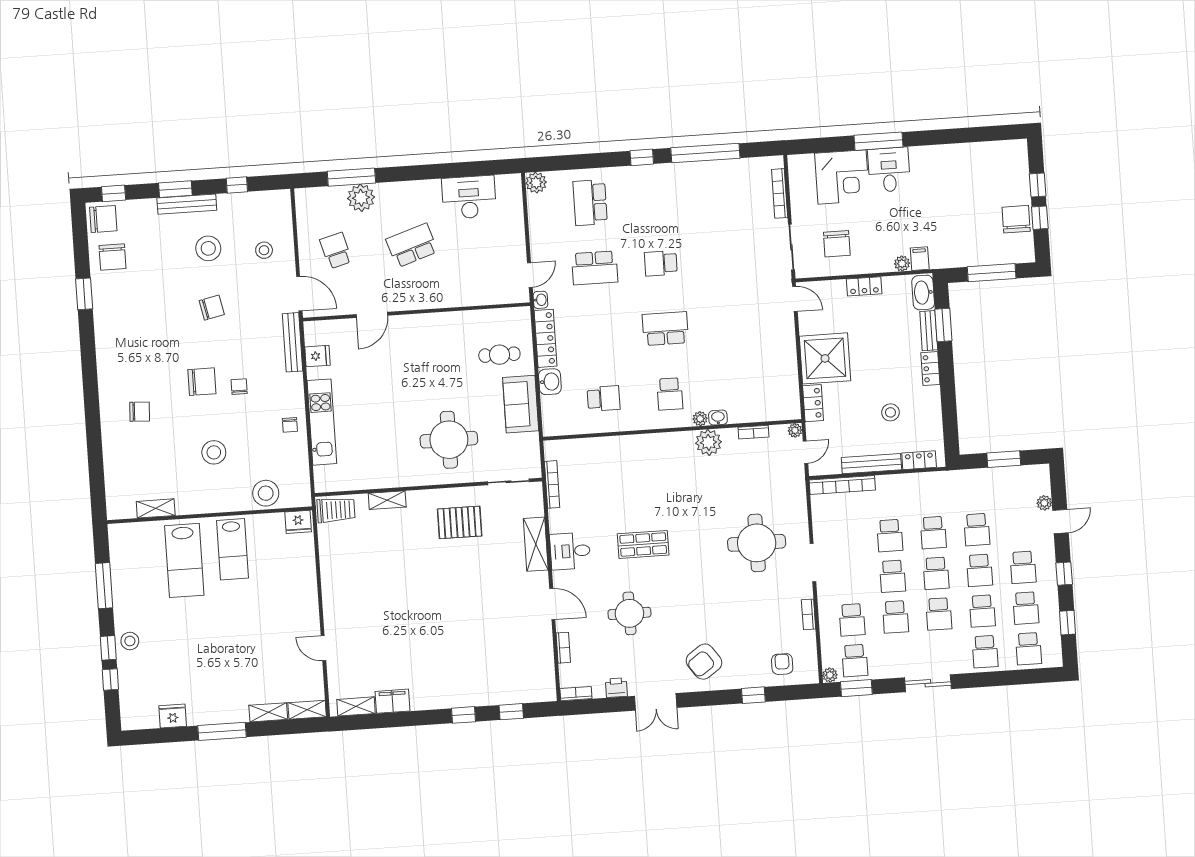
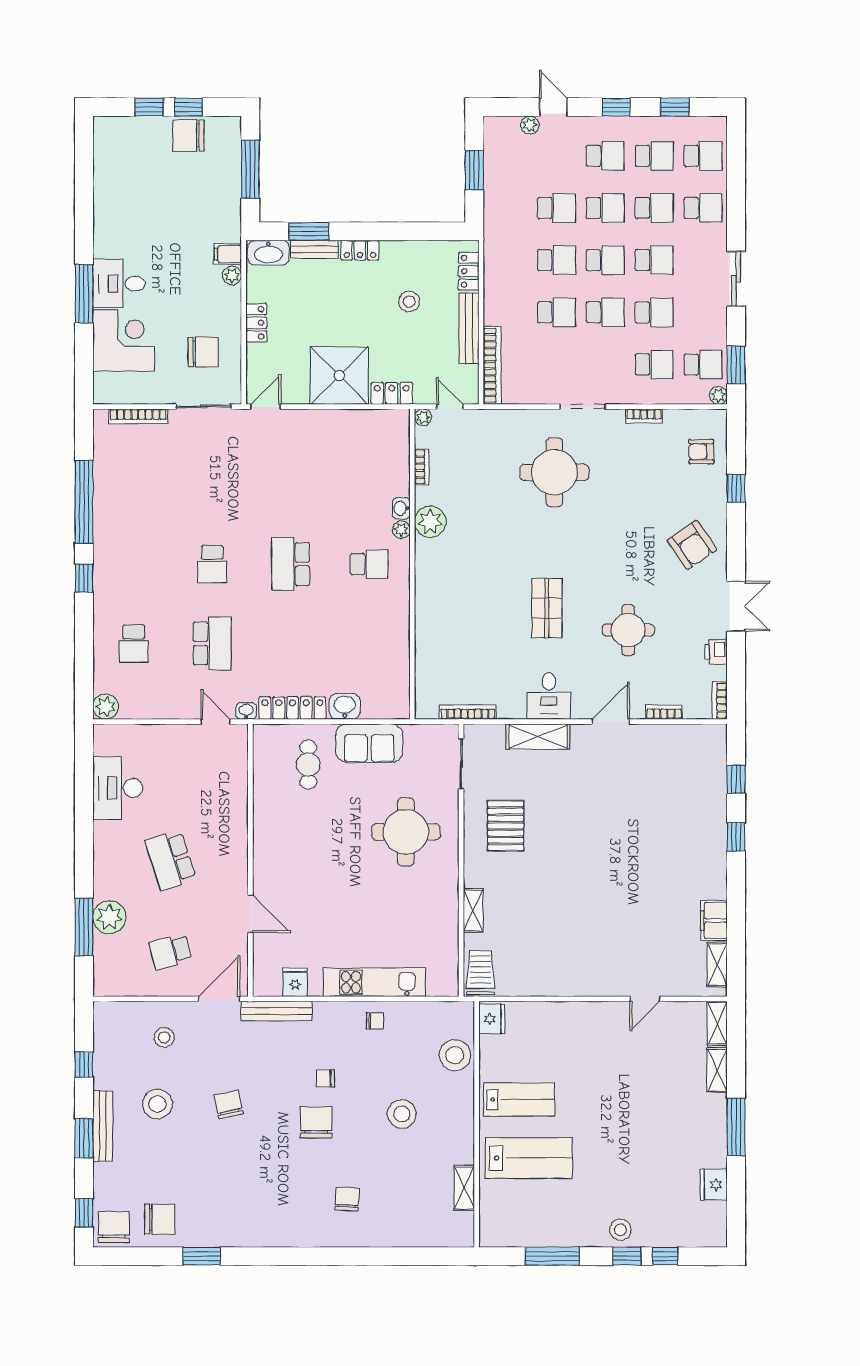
school desk: (590, 203) -> (134, 644), width x0.54
school desk: (604, 398) -> (369, 644), removed

